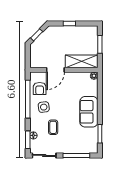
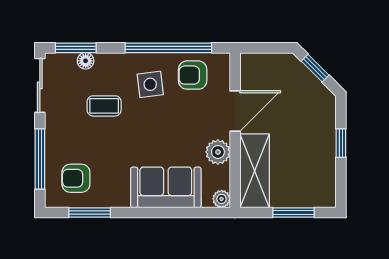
door: (55, 70) -> (235, 111), swing flipped
plant: (73, 77) -> (218, 152), added
sofa: (89, 112) -> (166, 187), moved
armchair: (85, 140) -> (76, 178), added

